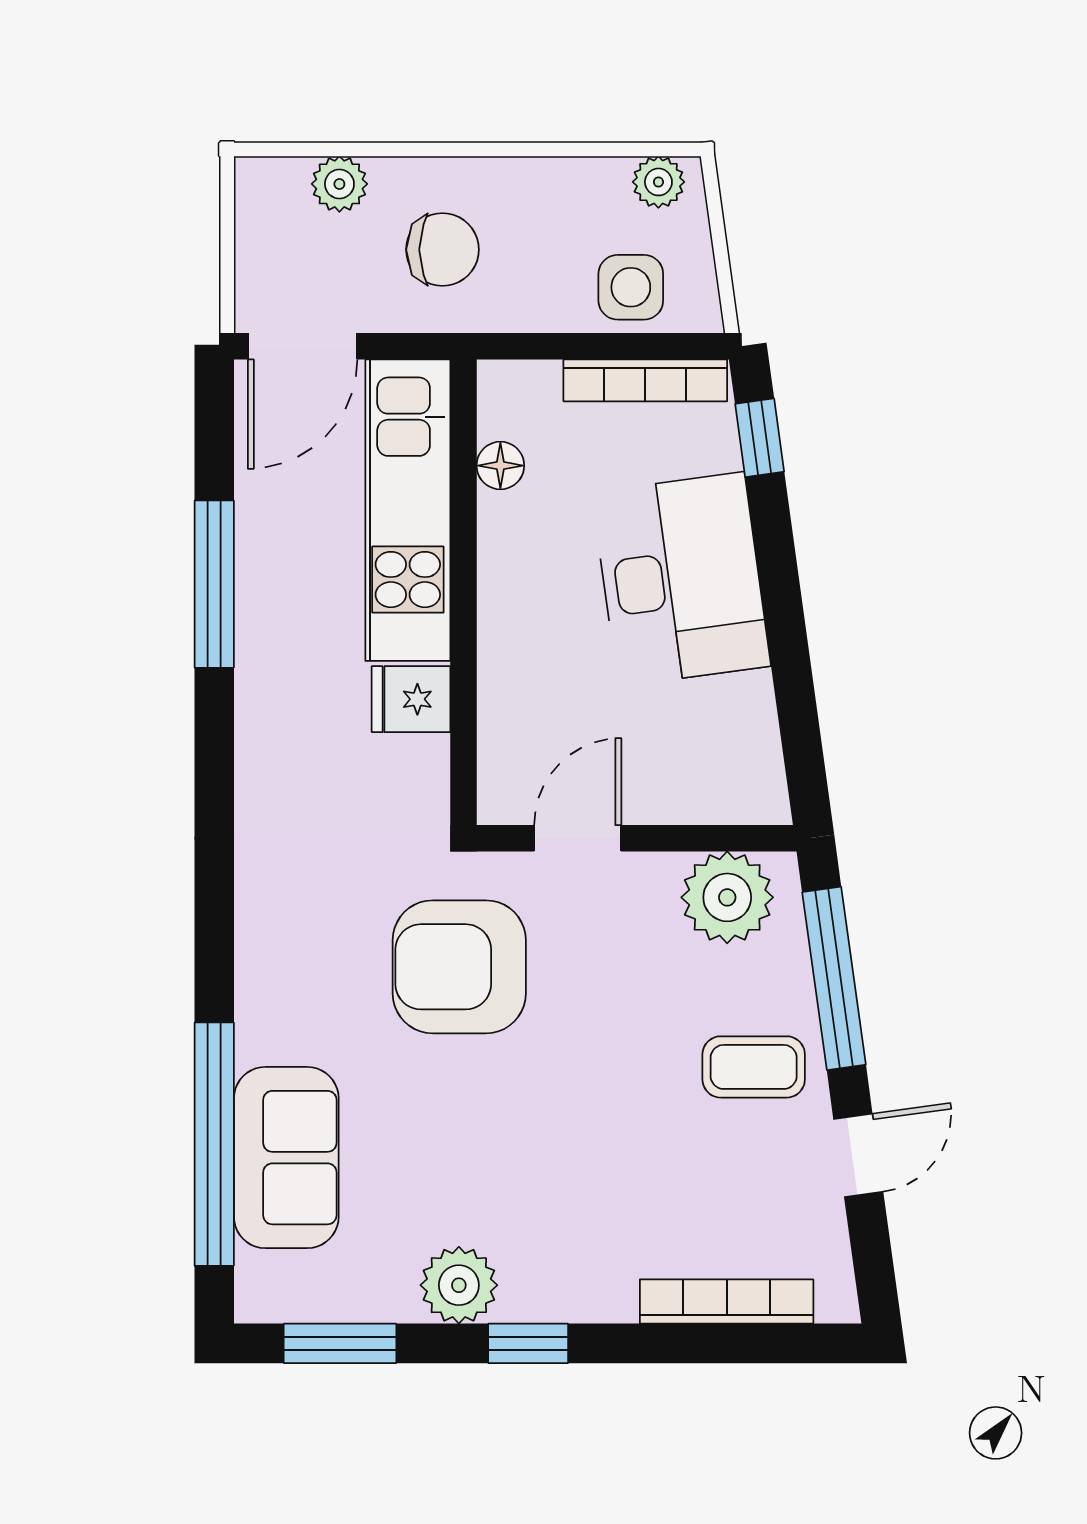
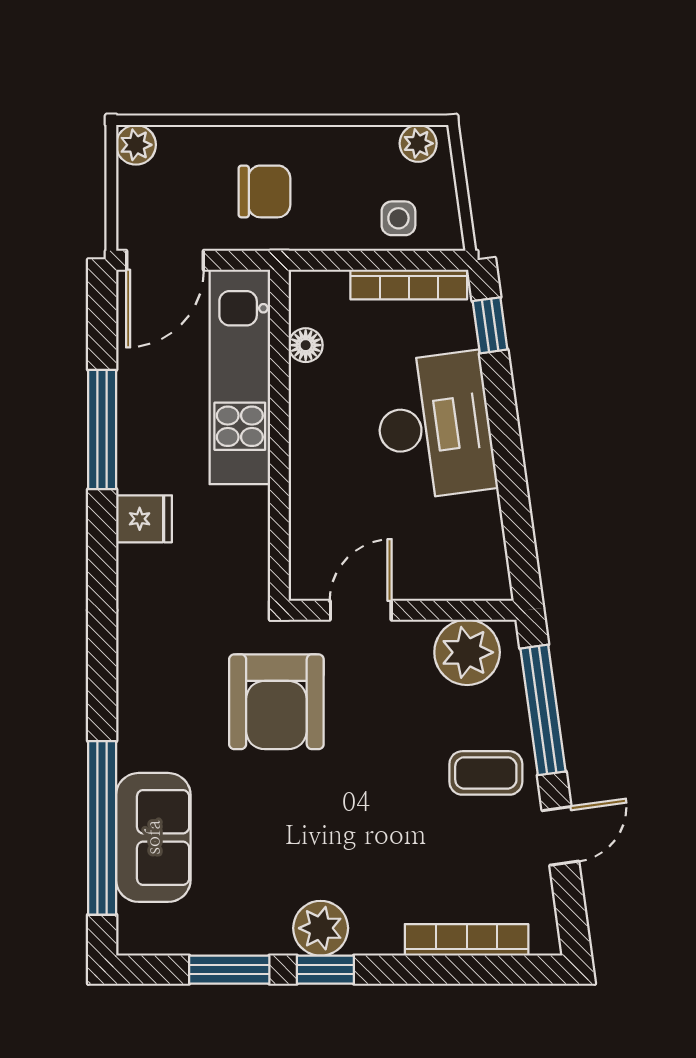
plant: (339, 184) -> (136, 145), moved
side table: (631, 287) -> (398, 218), width x0.73, depth x0.73
fridge: (411, 699) -> (144, 519), moved, turned 180
armchair: (459, 967) -> (276, 702), turned -90
plant: (459, 1285) -> (321, 928), moved
window: (340, 1343) -> (229, 970), moved

